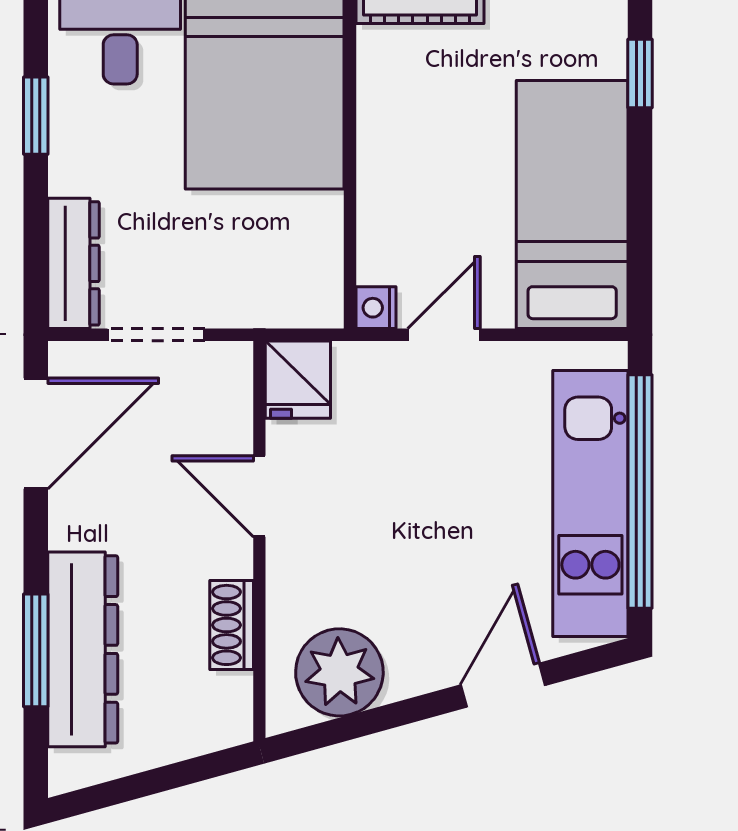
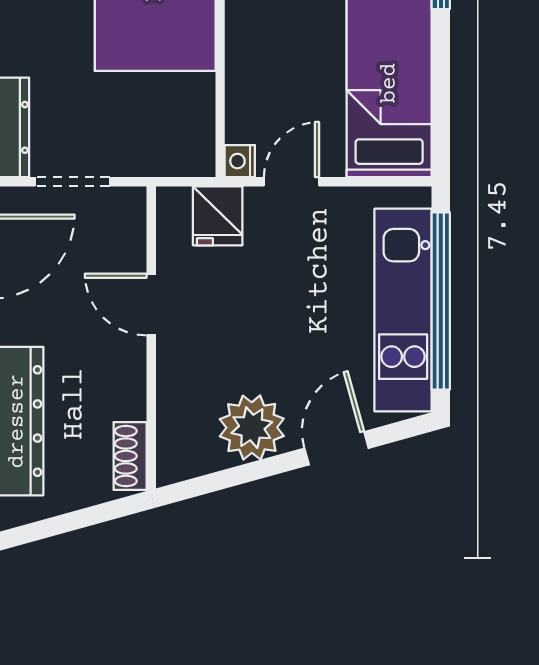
fridge: (298, 380) -> (218, 216), moved
shoe rack: (232, 625) -> (130, 456), moved
plant: (339, 672) -> (252, 428), moved

